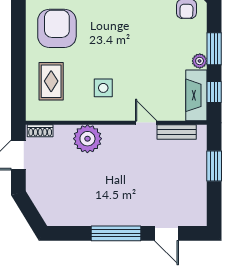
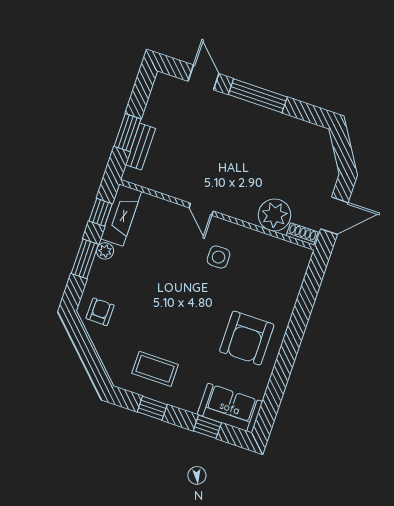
rug: (51, 81) -> (272, 283), removed
door: (146, 123) -> (201, 209), moved
bench: (177, 132) -> (140, 147), moved, turned 90
plant: (87, 139) -> (275, 215), moved

